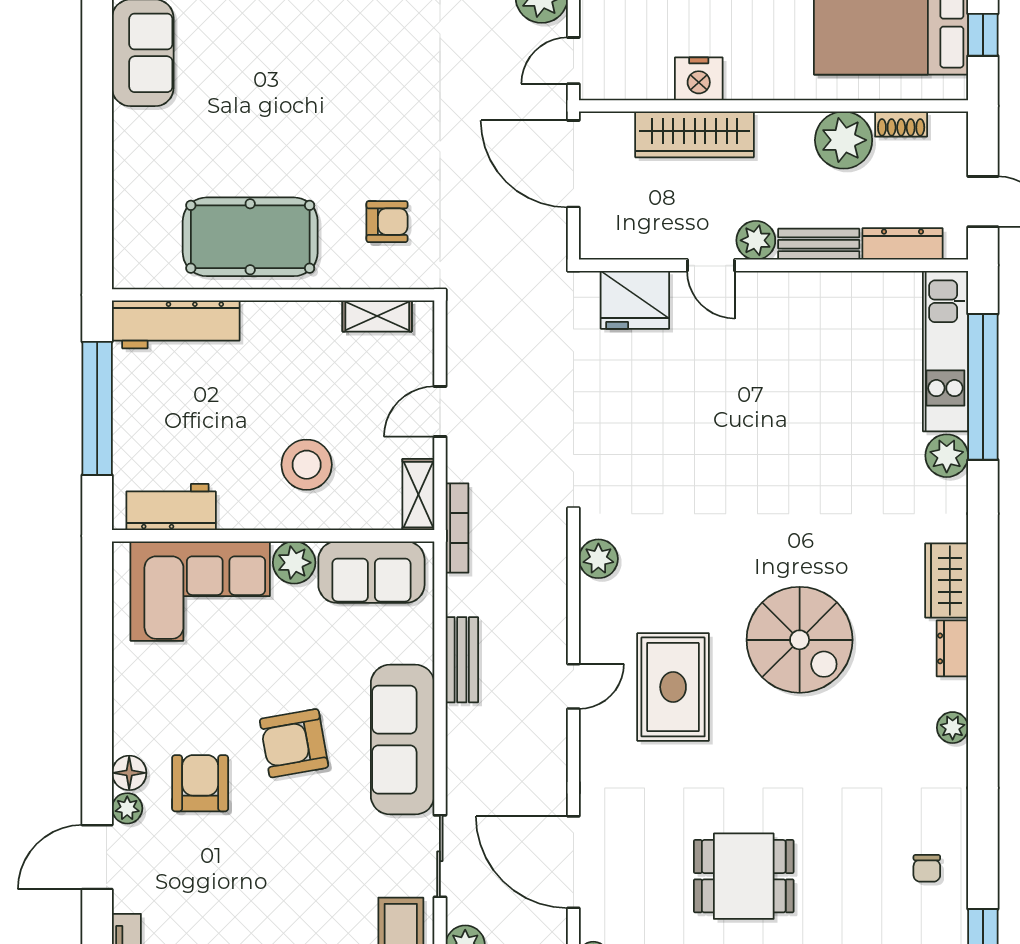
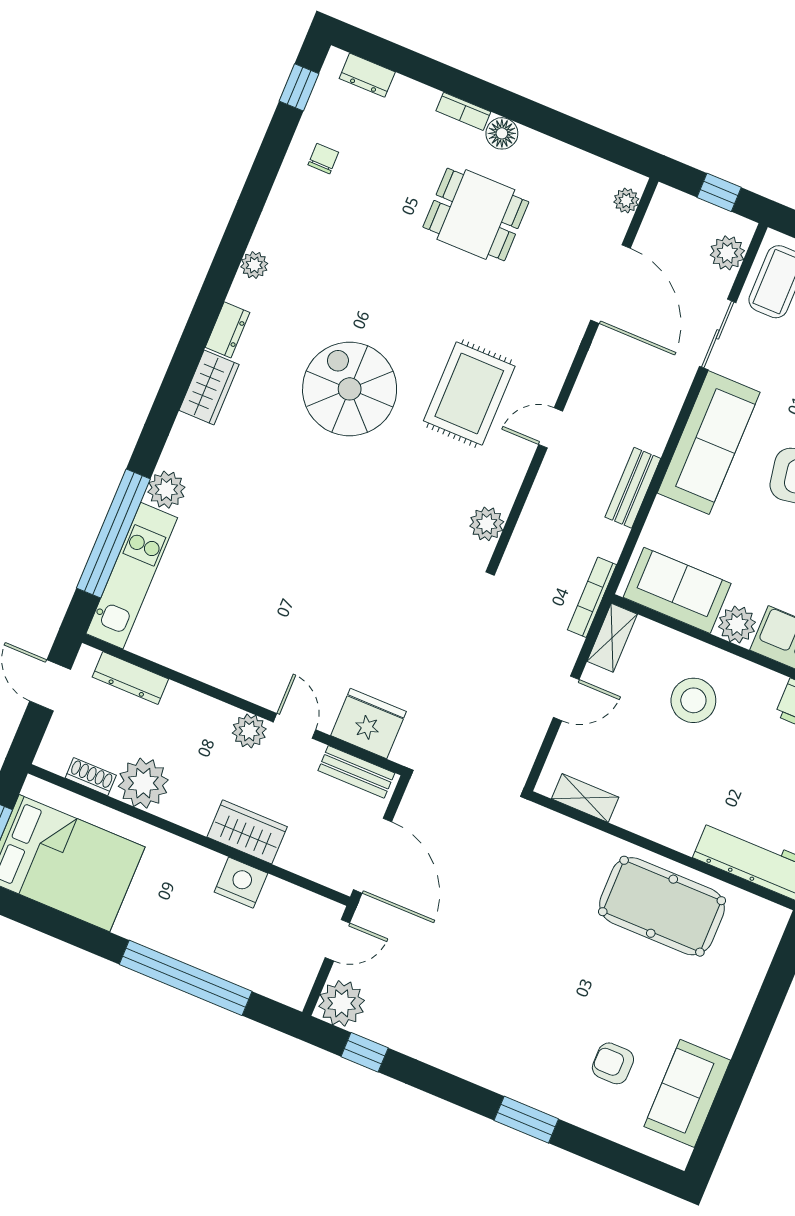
wardrobe: (695, 134) -> (247, 832), width x0.67
armchair: (387, 222) -> (613, 1063), moved
bench: (819, 244) -> (356, 772), moved

